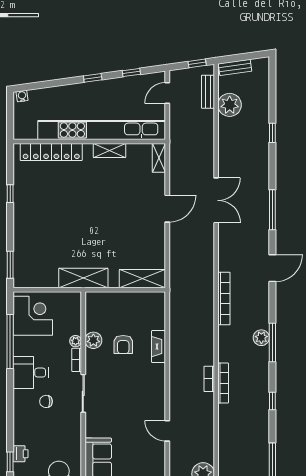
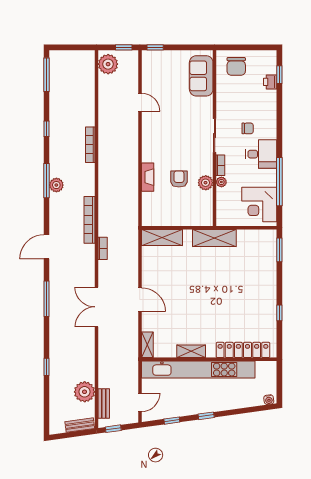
door: (167, 209) -> (140, 300), swing flipped
bookcase: (209, 379) -> (103, 248), moved

